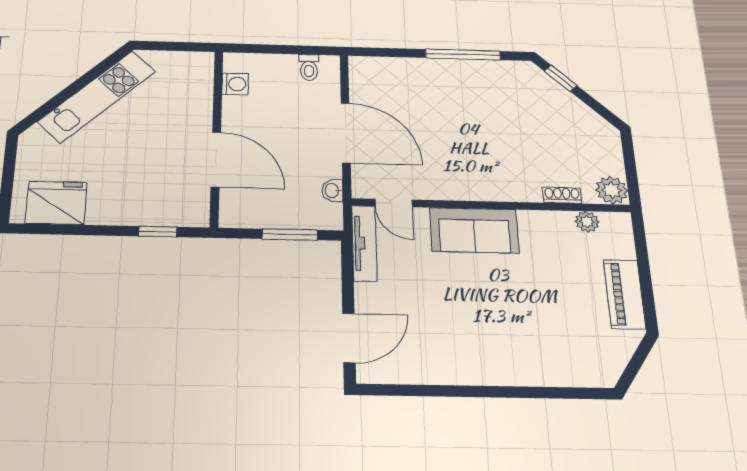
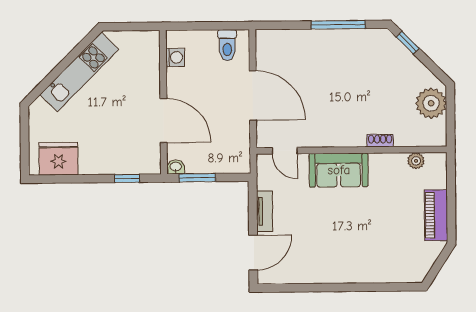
toilet: (309, 67) -> (227, 45), width x1.37, depth x1.39
plant: (612, 190) -> (431, 103), moved, width x1.36, depth x1.36
washbasin: (332, 191) -> (176, 167), moved, turned 90
shoe rack: (562, 195) -> (380, 141), moved
window: (290, 234) -> (197, 178), moved
tv unit: (364, 243) -> (265, 211), moved, width x0.71

